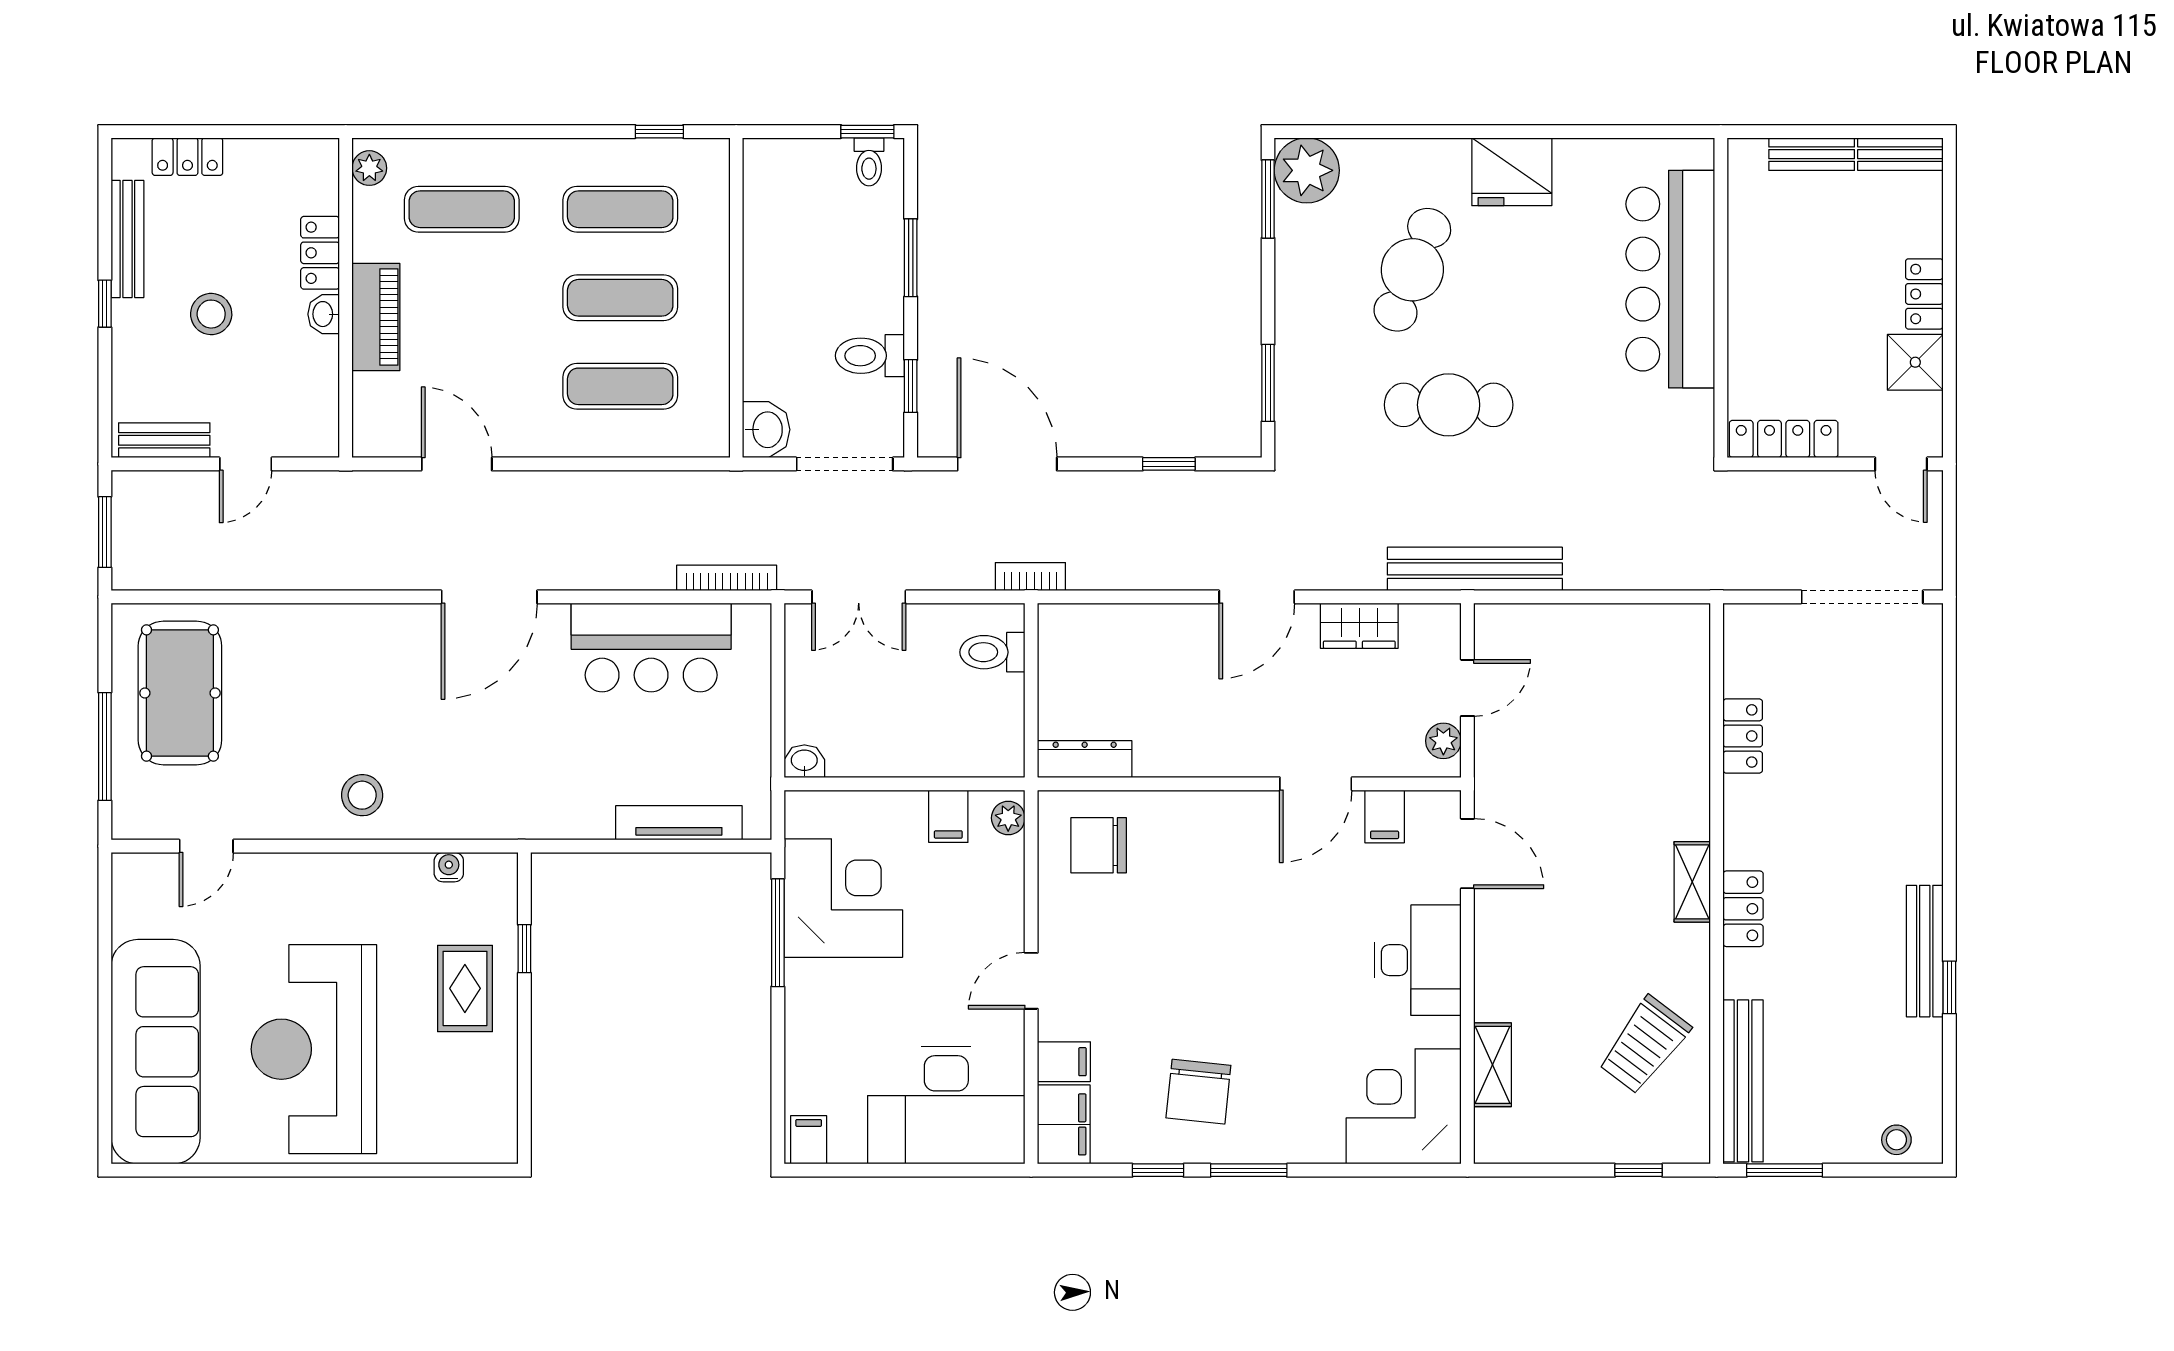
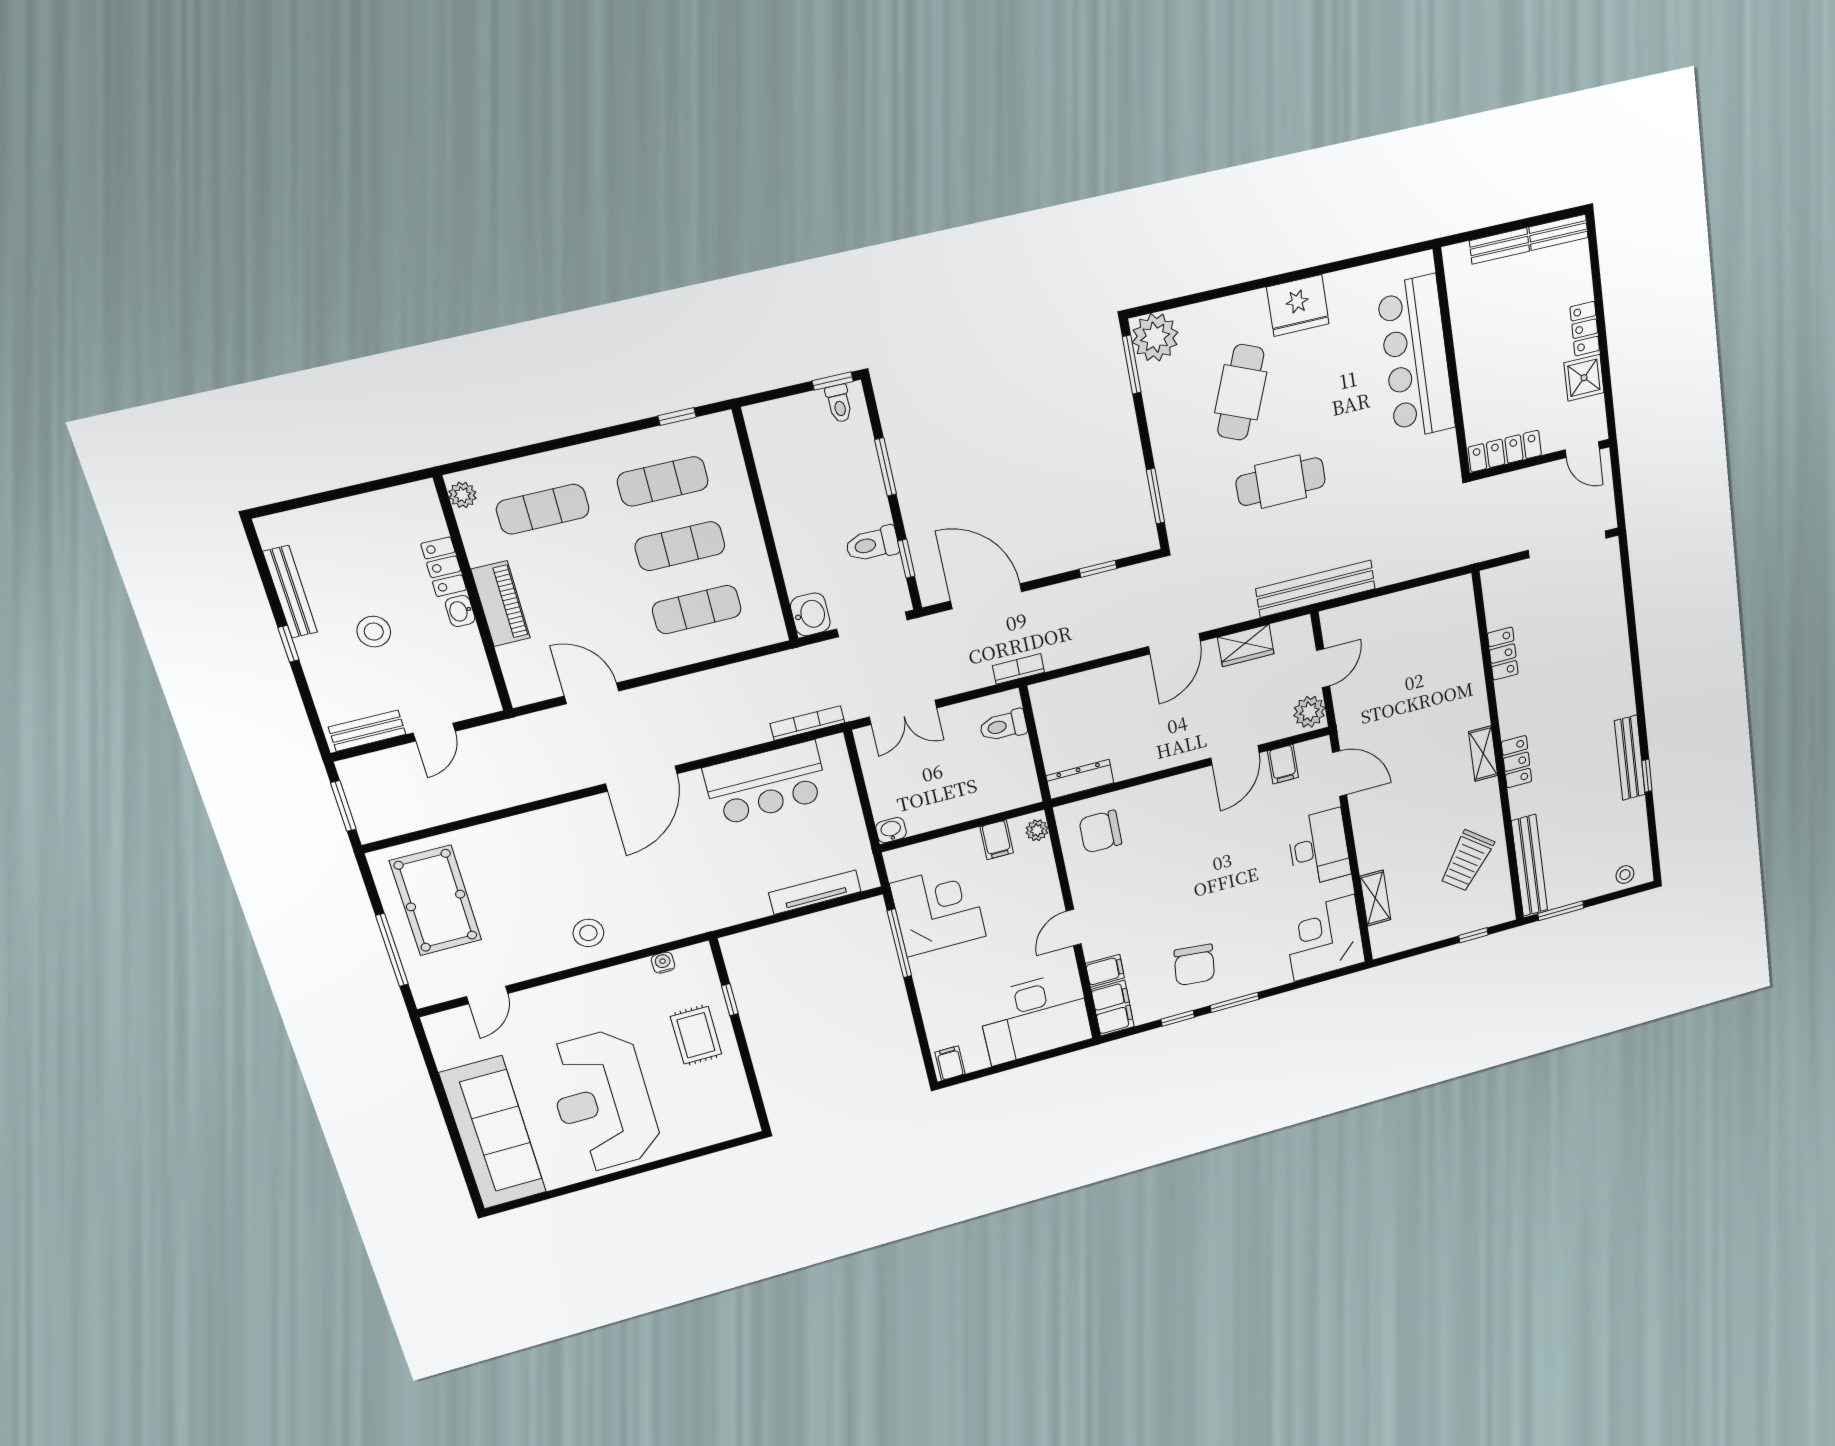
locker: (187, 157) -> (317, 519), removed
plant: (1443, 741) -> (1309, 712), width x1.38, depth x1.38

